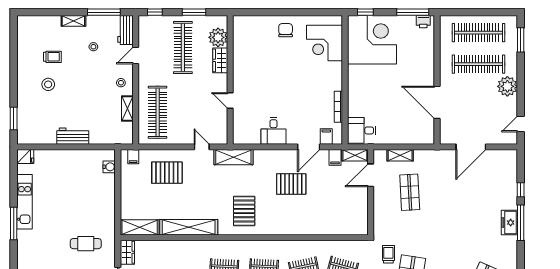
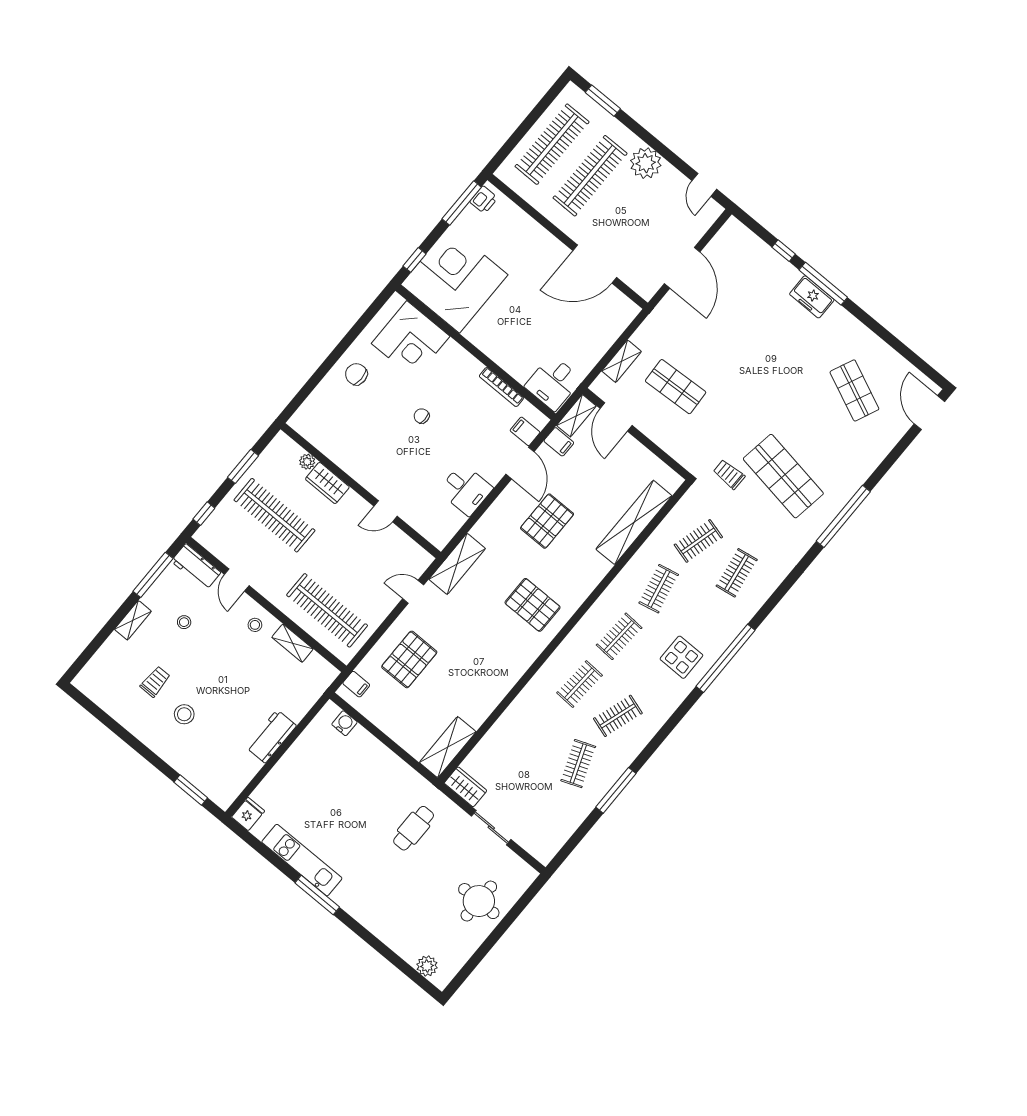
plant: (218, 37) -> (307, 462), width x0.53, depth x0.53
chair: (292, 79) -> (422, 416), added
shelving: (189, 227) -> (634, 522), moved

